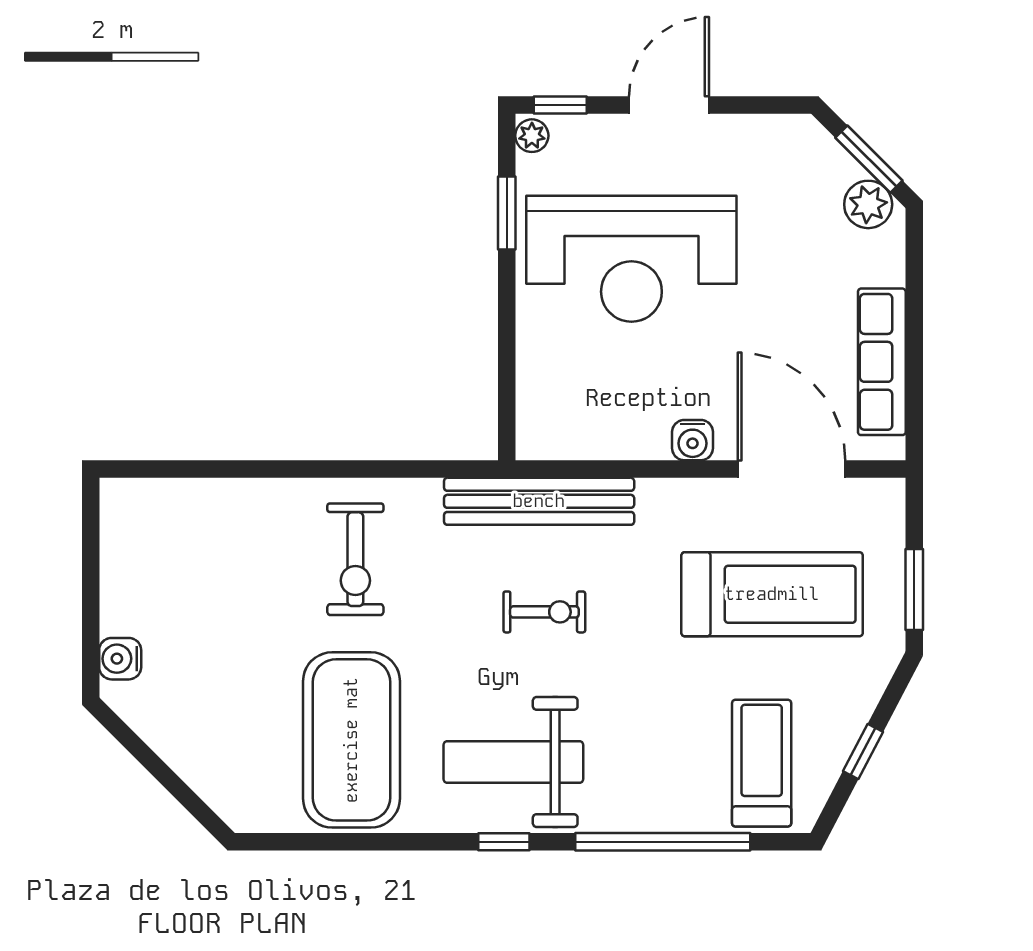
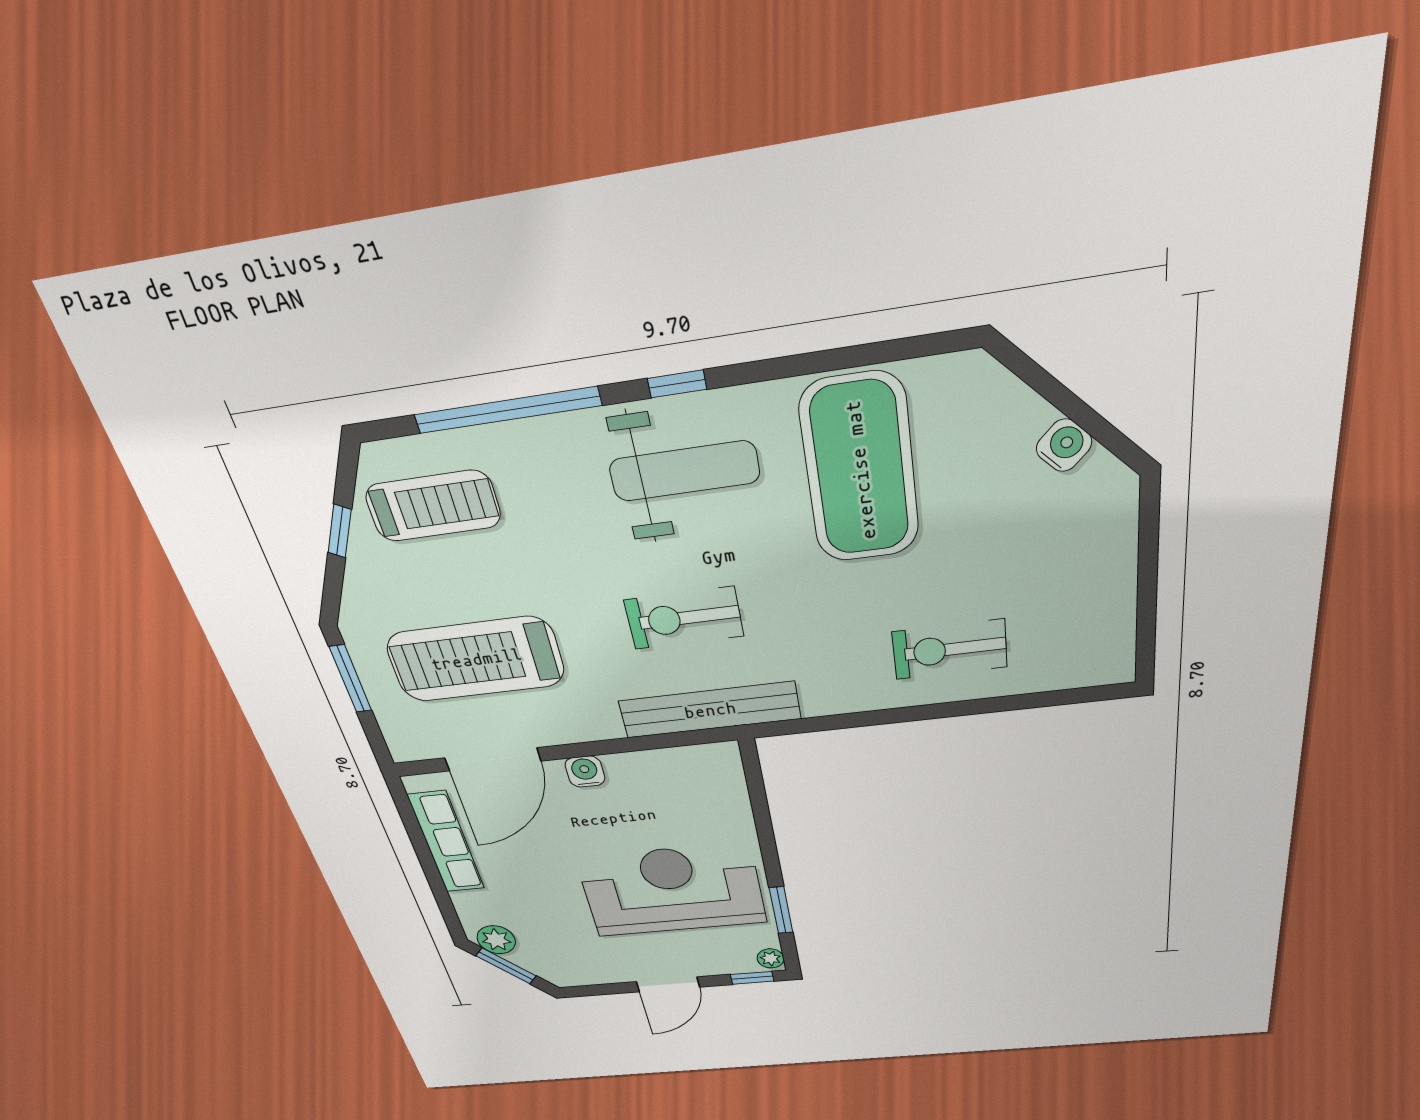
door: (792, 469) -> (493, 759), hinge flipped
exercise bike: (355, 559) -> (950, 649), moved, turned -90
exercise bike: (544, 612) -> (684, 618), width x1.38, depth x1.39
water cooler: (120, 659) -> (1064, 445), moved, turned -45
treadmill: (762, 763) -> (433, 506), turned -90

